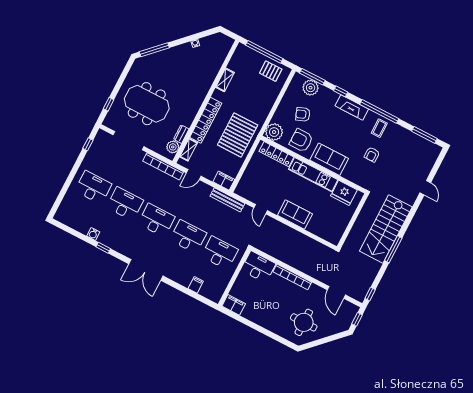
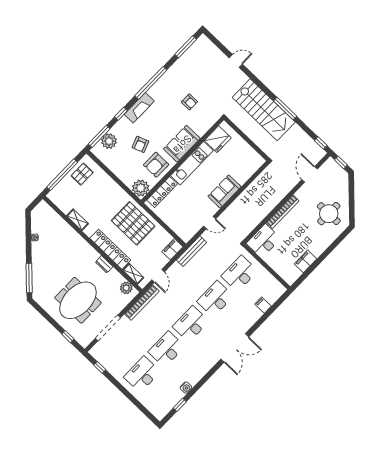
armchair: (303, 114) -> (140, 144), moved
coffee table: (379, 128) -> (167, 88), removed
dresser: (181, 134) -> (104, 264), moved
window: (103, 248) -> (180, 405), moved
door: (336, 292) -> (310, 174), swing flipped
filing cabinet: (234, 305) -> (305, 261), moved

